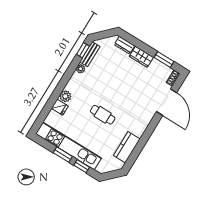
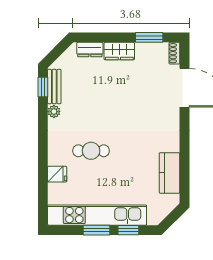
plant: (65, 96) -> (56, 157), removed
cafe table: (103, 115) -> (91, 151), moved

